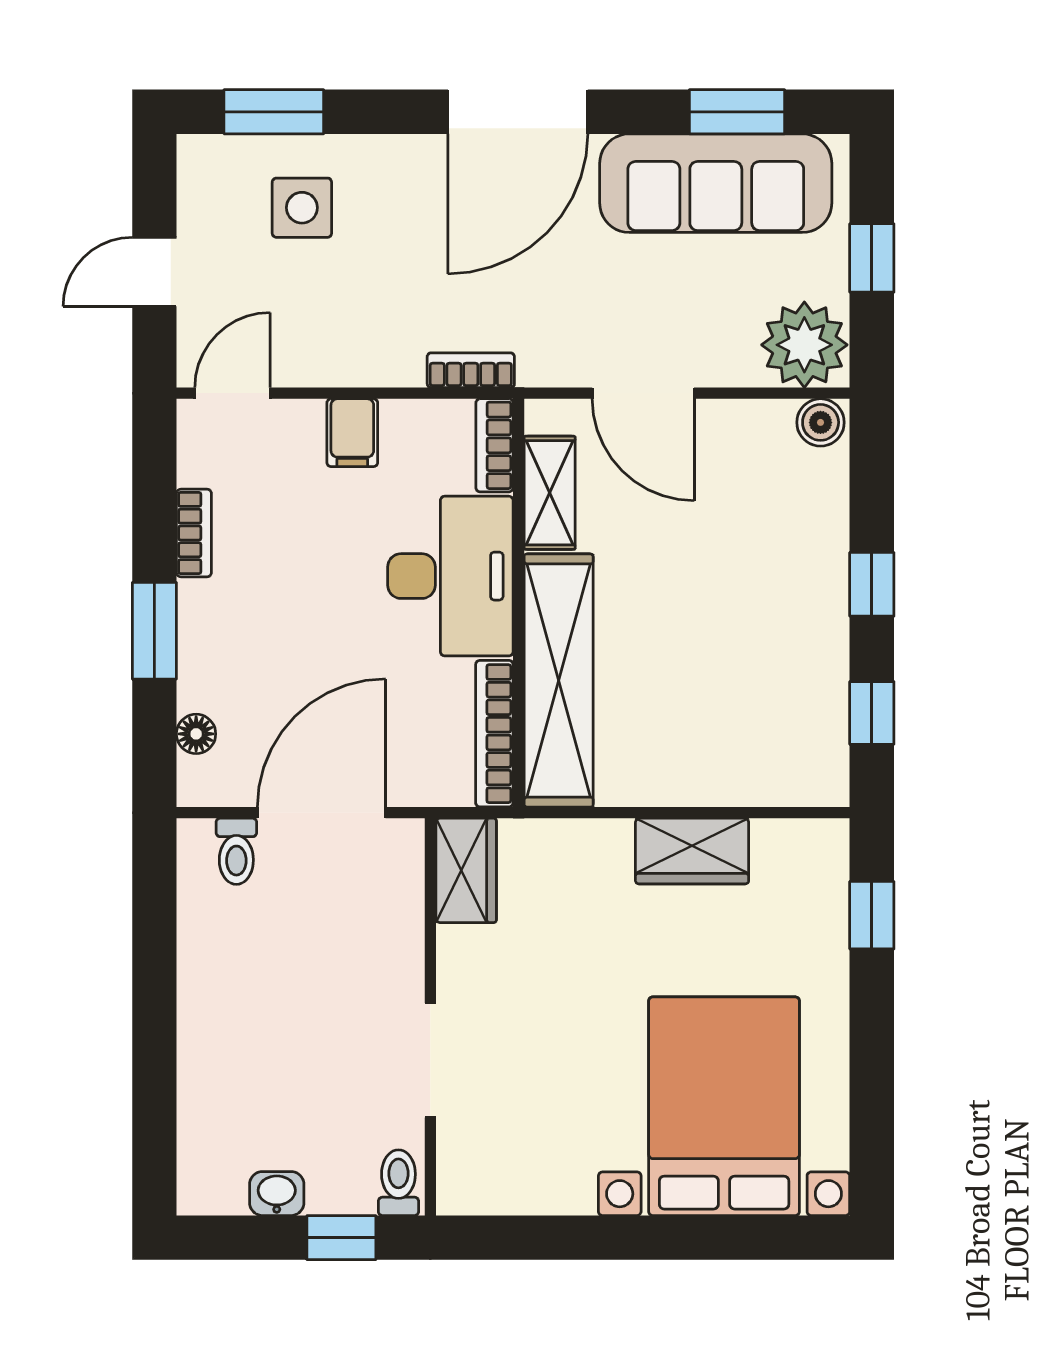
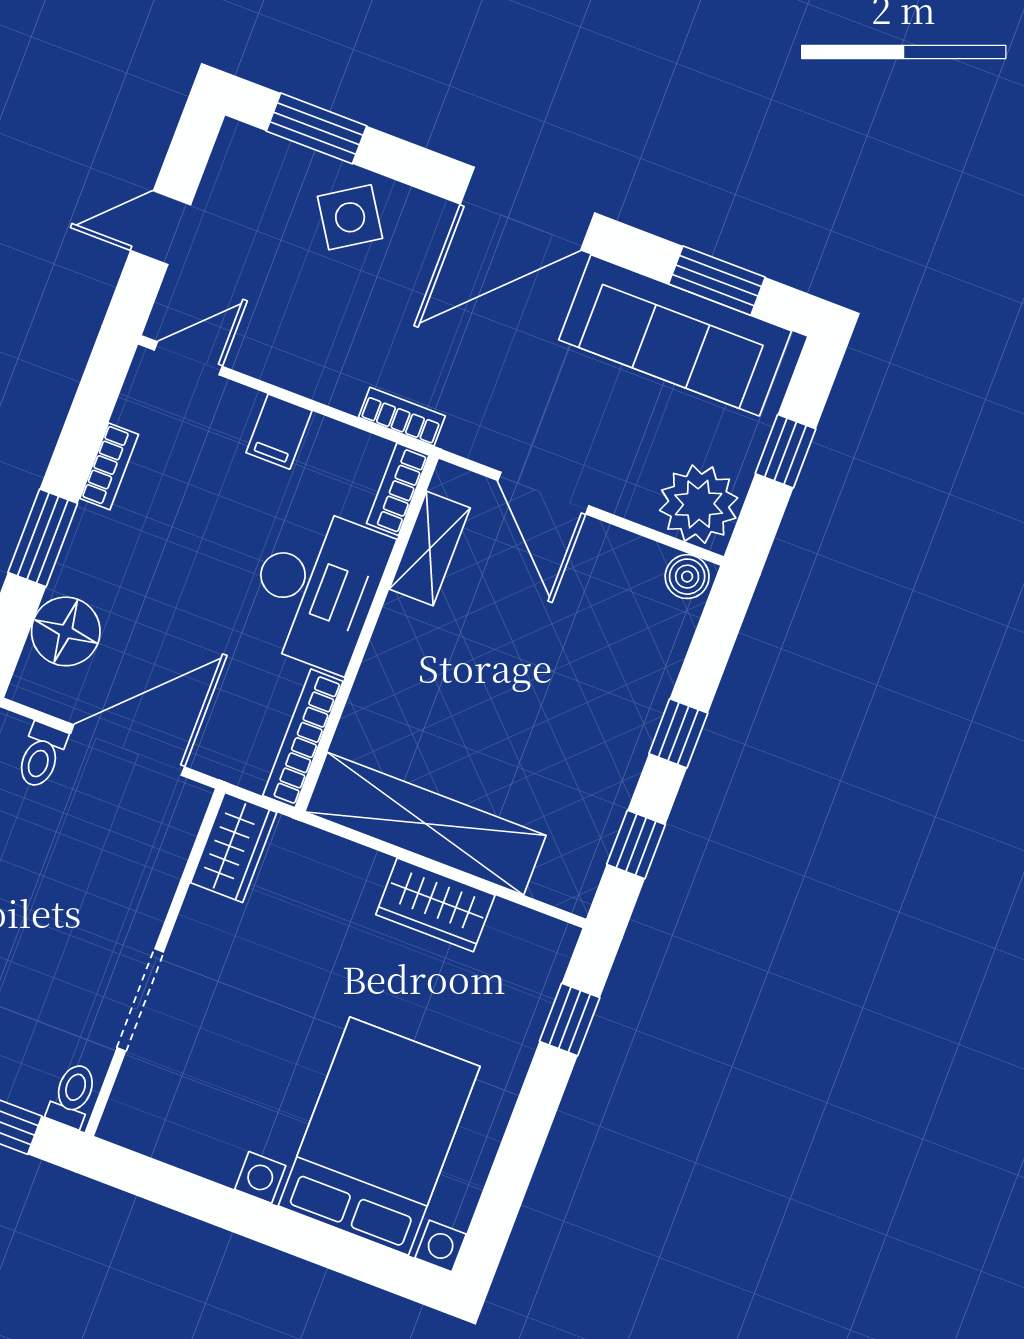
side table: (302, 208) -> (350, 217), moved, turned -33
shelving: (559, 681) -> (425, 824), moved, turned 90
floor lamp: (196, 734) -> (66, 631), width x1.89, depth x1.89

